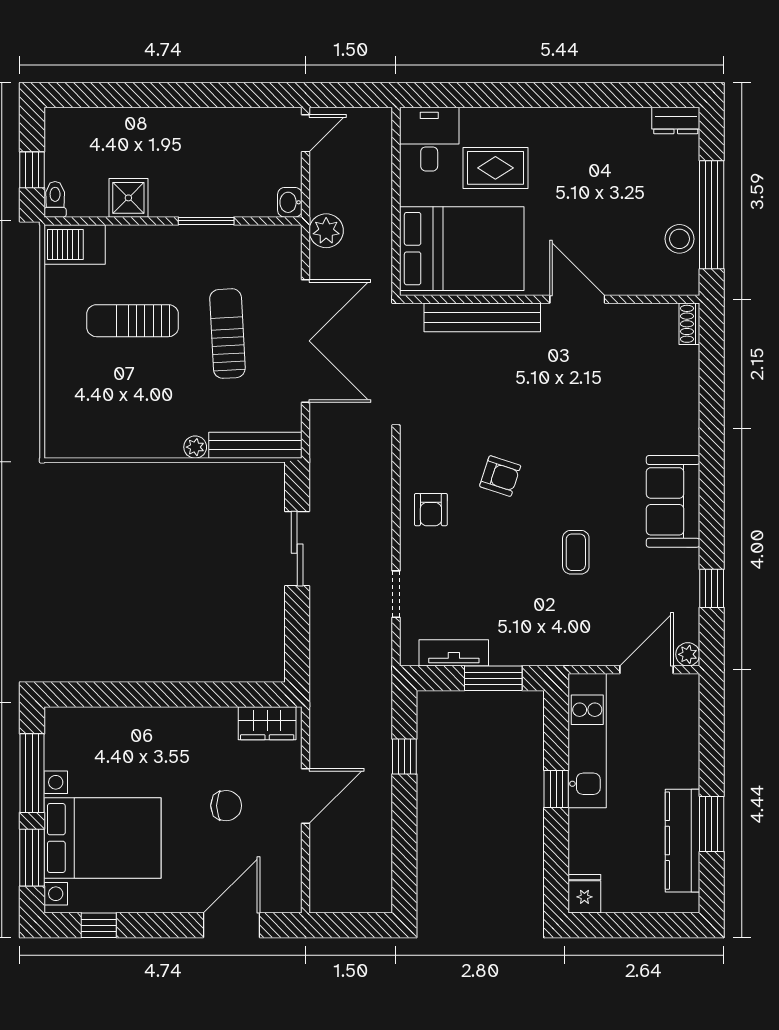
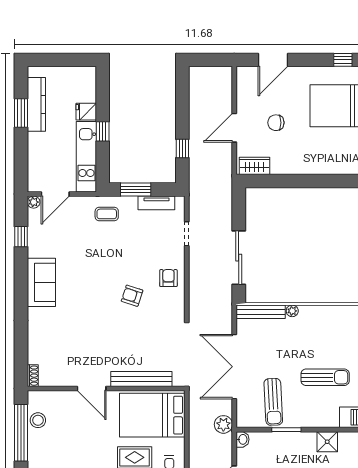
sun lounger: (227, 334) -> (273, 402), moved
sliding door: (297, 549) -> (239, 258), width x1.37
coffee table: (576, 552) -> (107, 214), moved, turned 90
fridge: (584, 894) -> (86, 112), moved, turned 90

